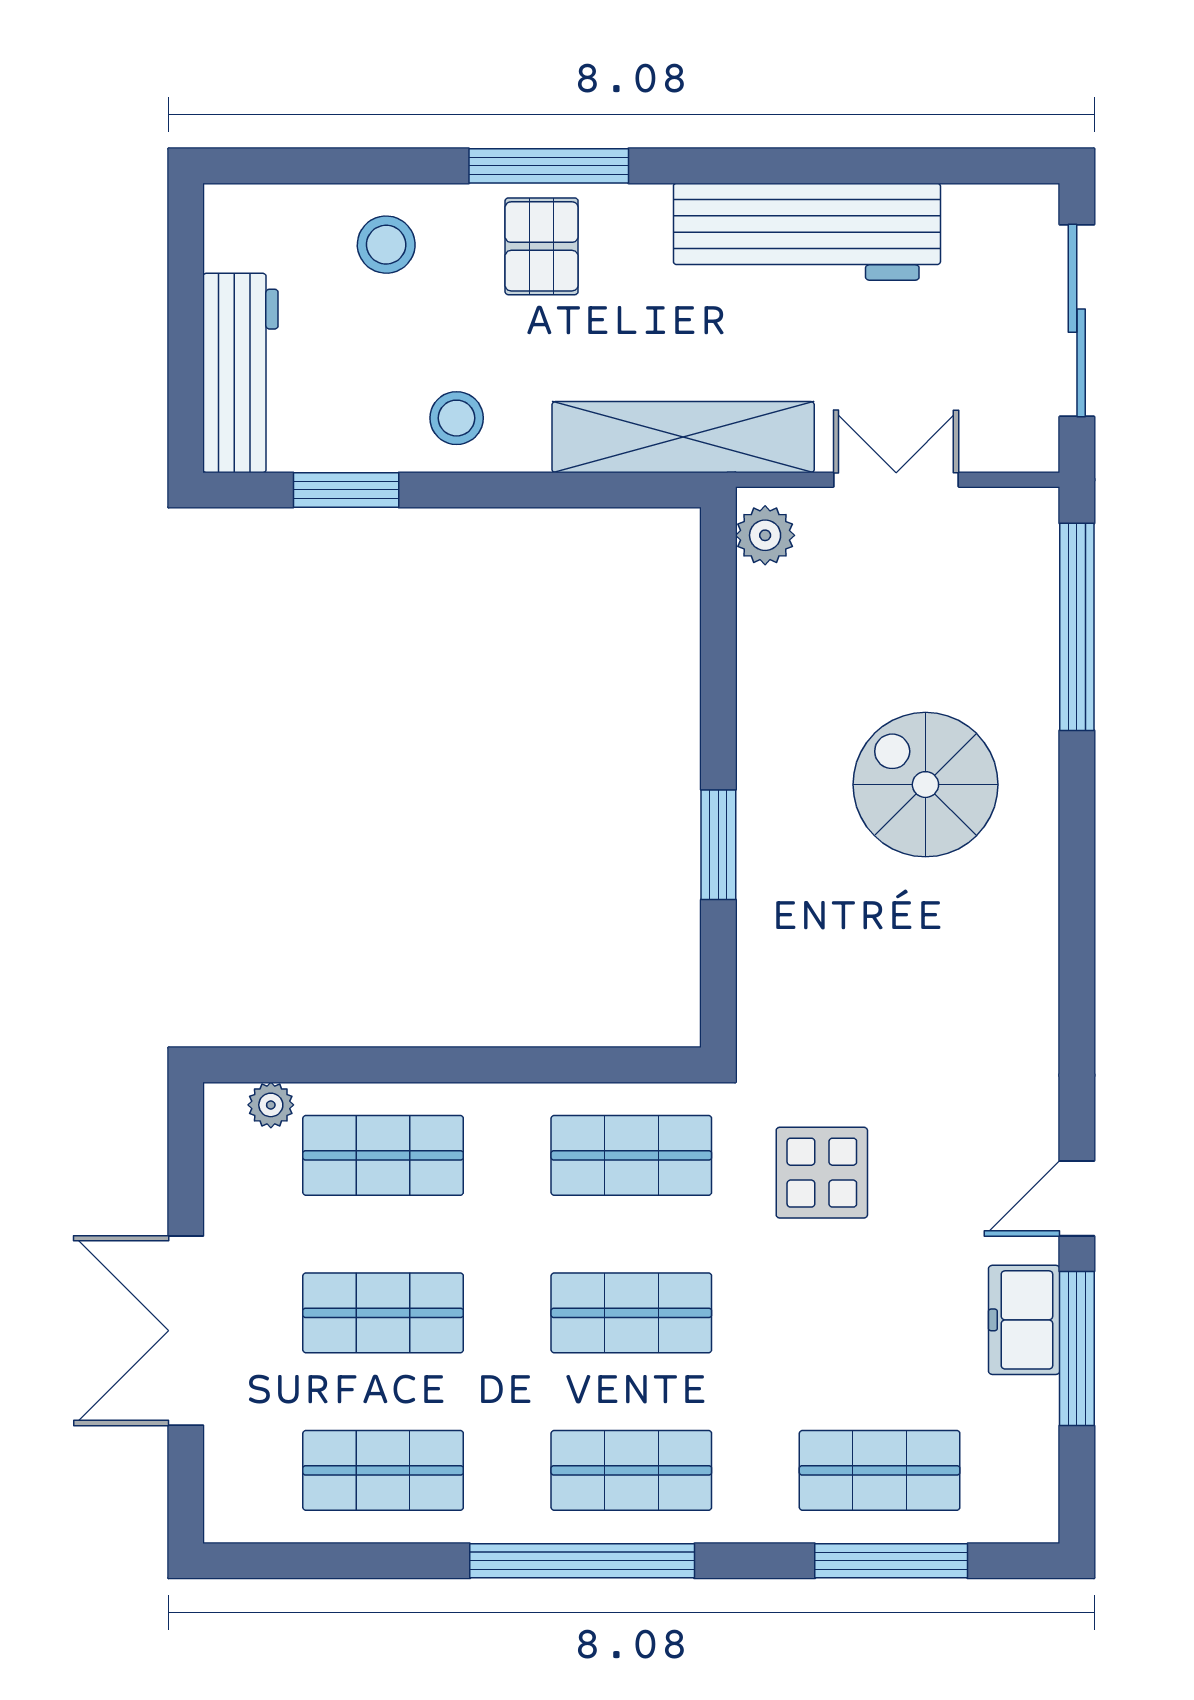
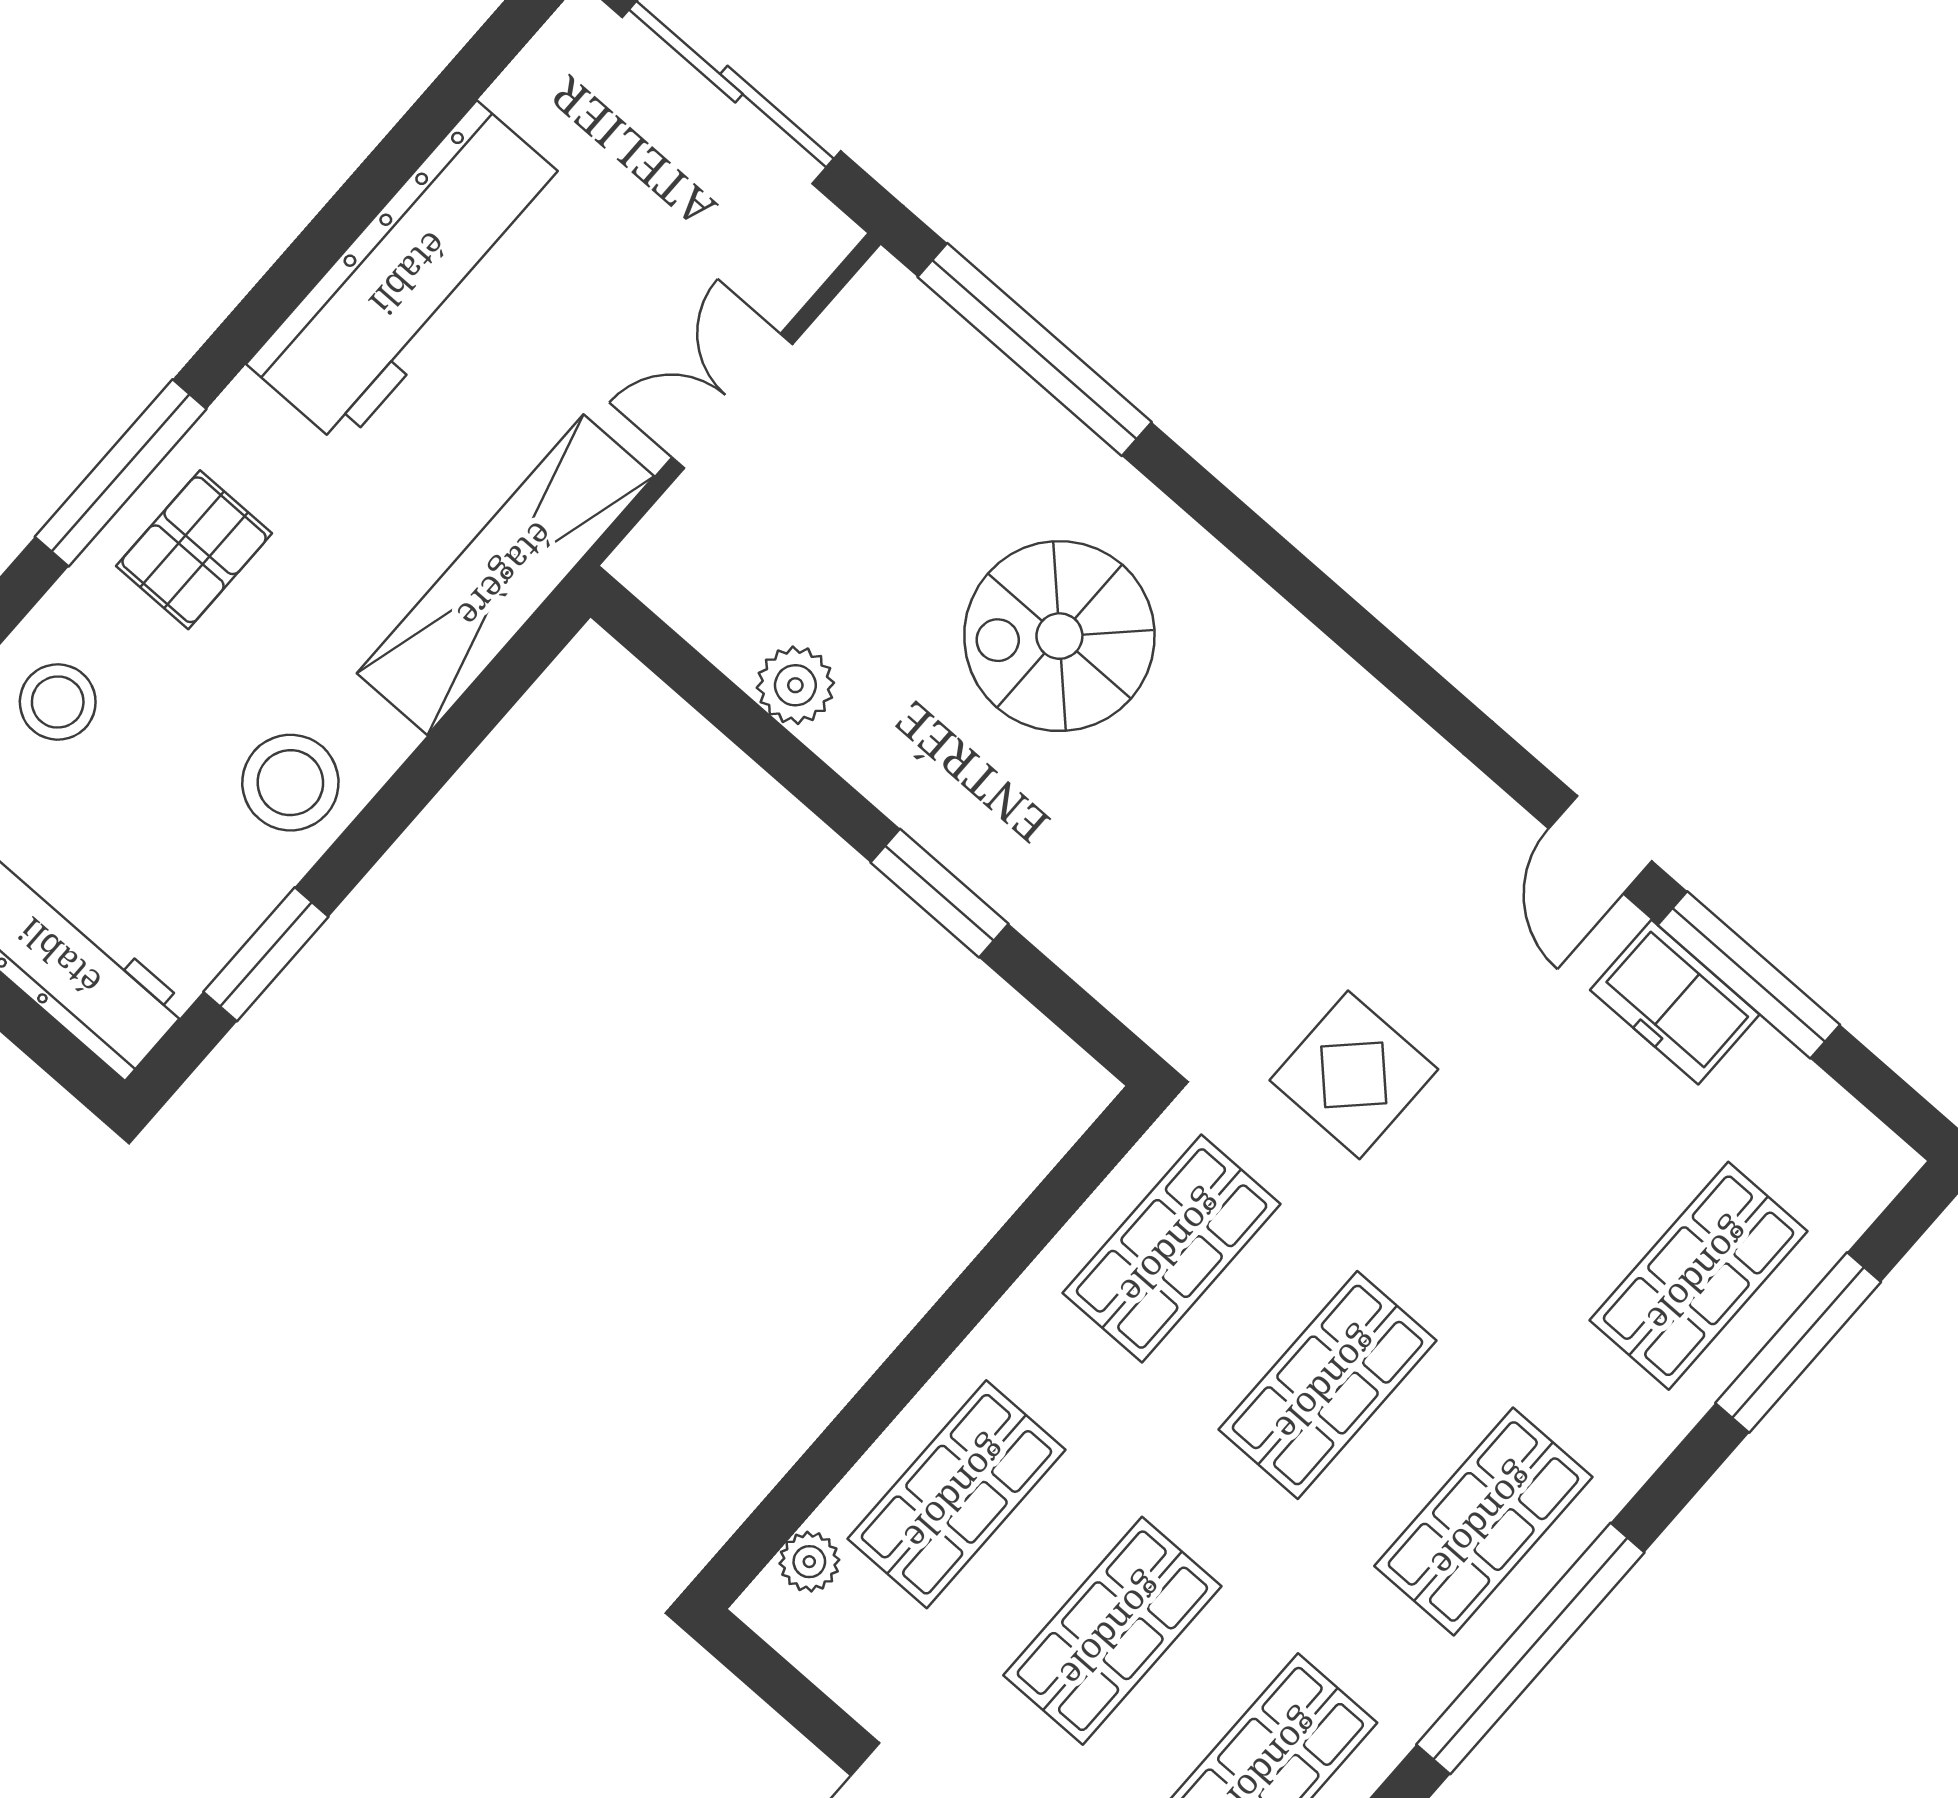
pallet: (542, 246) -> (194, 550), turned 90
stool: (457, 418) -> (290, 783), width x1.38, depth x1.38
plant: (765, 535) -> (795, 685), moved

